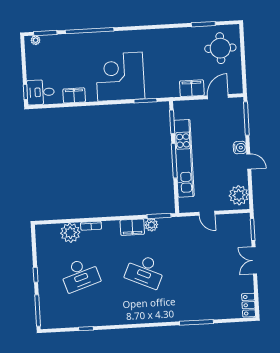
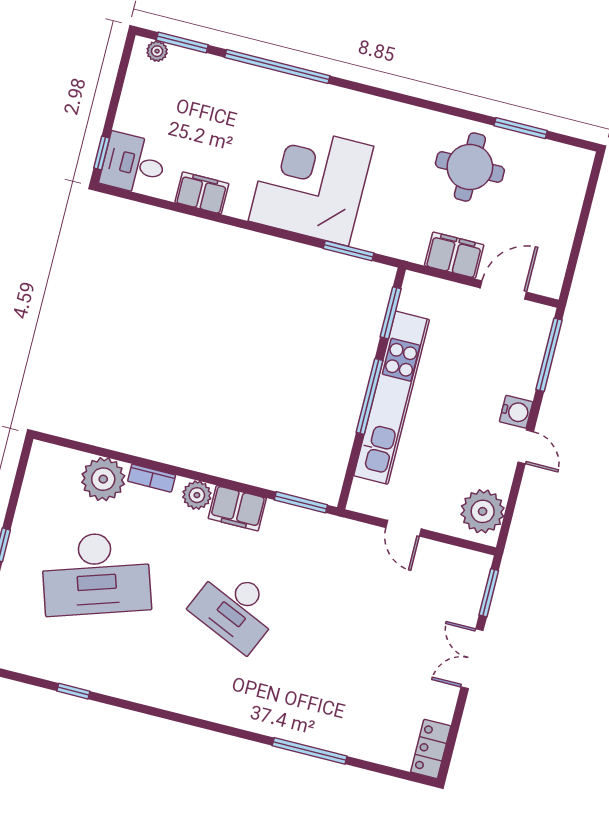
round table: (220, 48) -> (470, 167), moved
plant: (151, 225) -> (197, 495), moved
desk: (80, 275) -> (96, 574), width x1.36, depth x1.30

